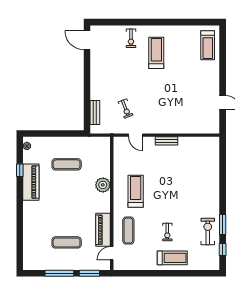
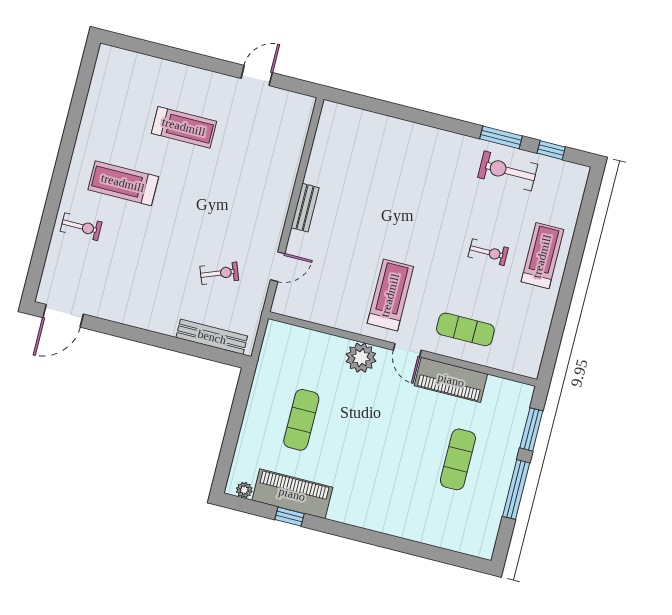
treadmill: (208, 45) -> (184, 127), moved
bench: (95, 113) -> (212, 337), width x1.36
piano: (31, 182) -> (292, 494), moved
treadmill: (136, 191) -> (390, 295), turned 90
door: (112, 253) -> (407, 350), moved

